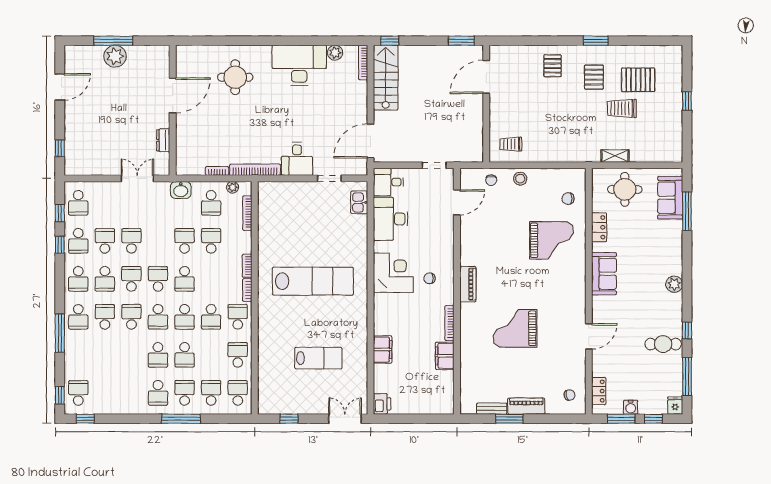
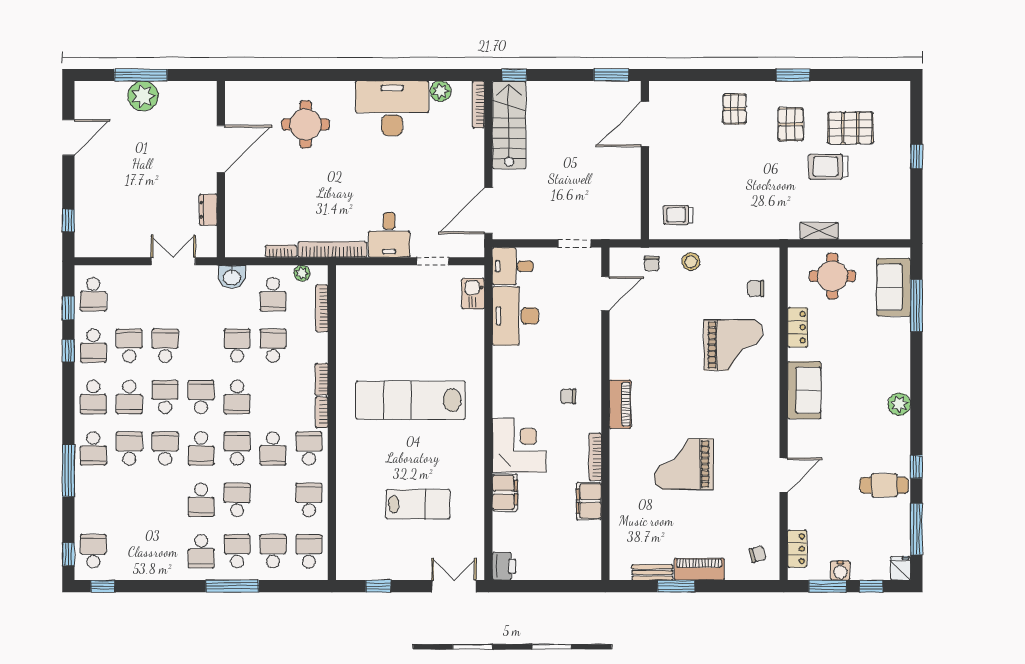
corner desk: (393, 273) -> (519, 445), moved
lab bench: (313, 281) -> (411, 400), turned 180
school desk: (185, 317) -> (237, 448), turned 180
school desk: (185, 355) -> (237, 500), turned 180

